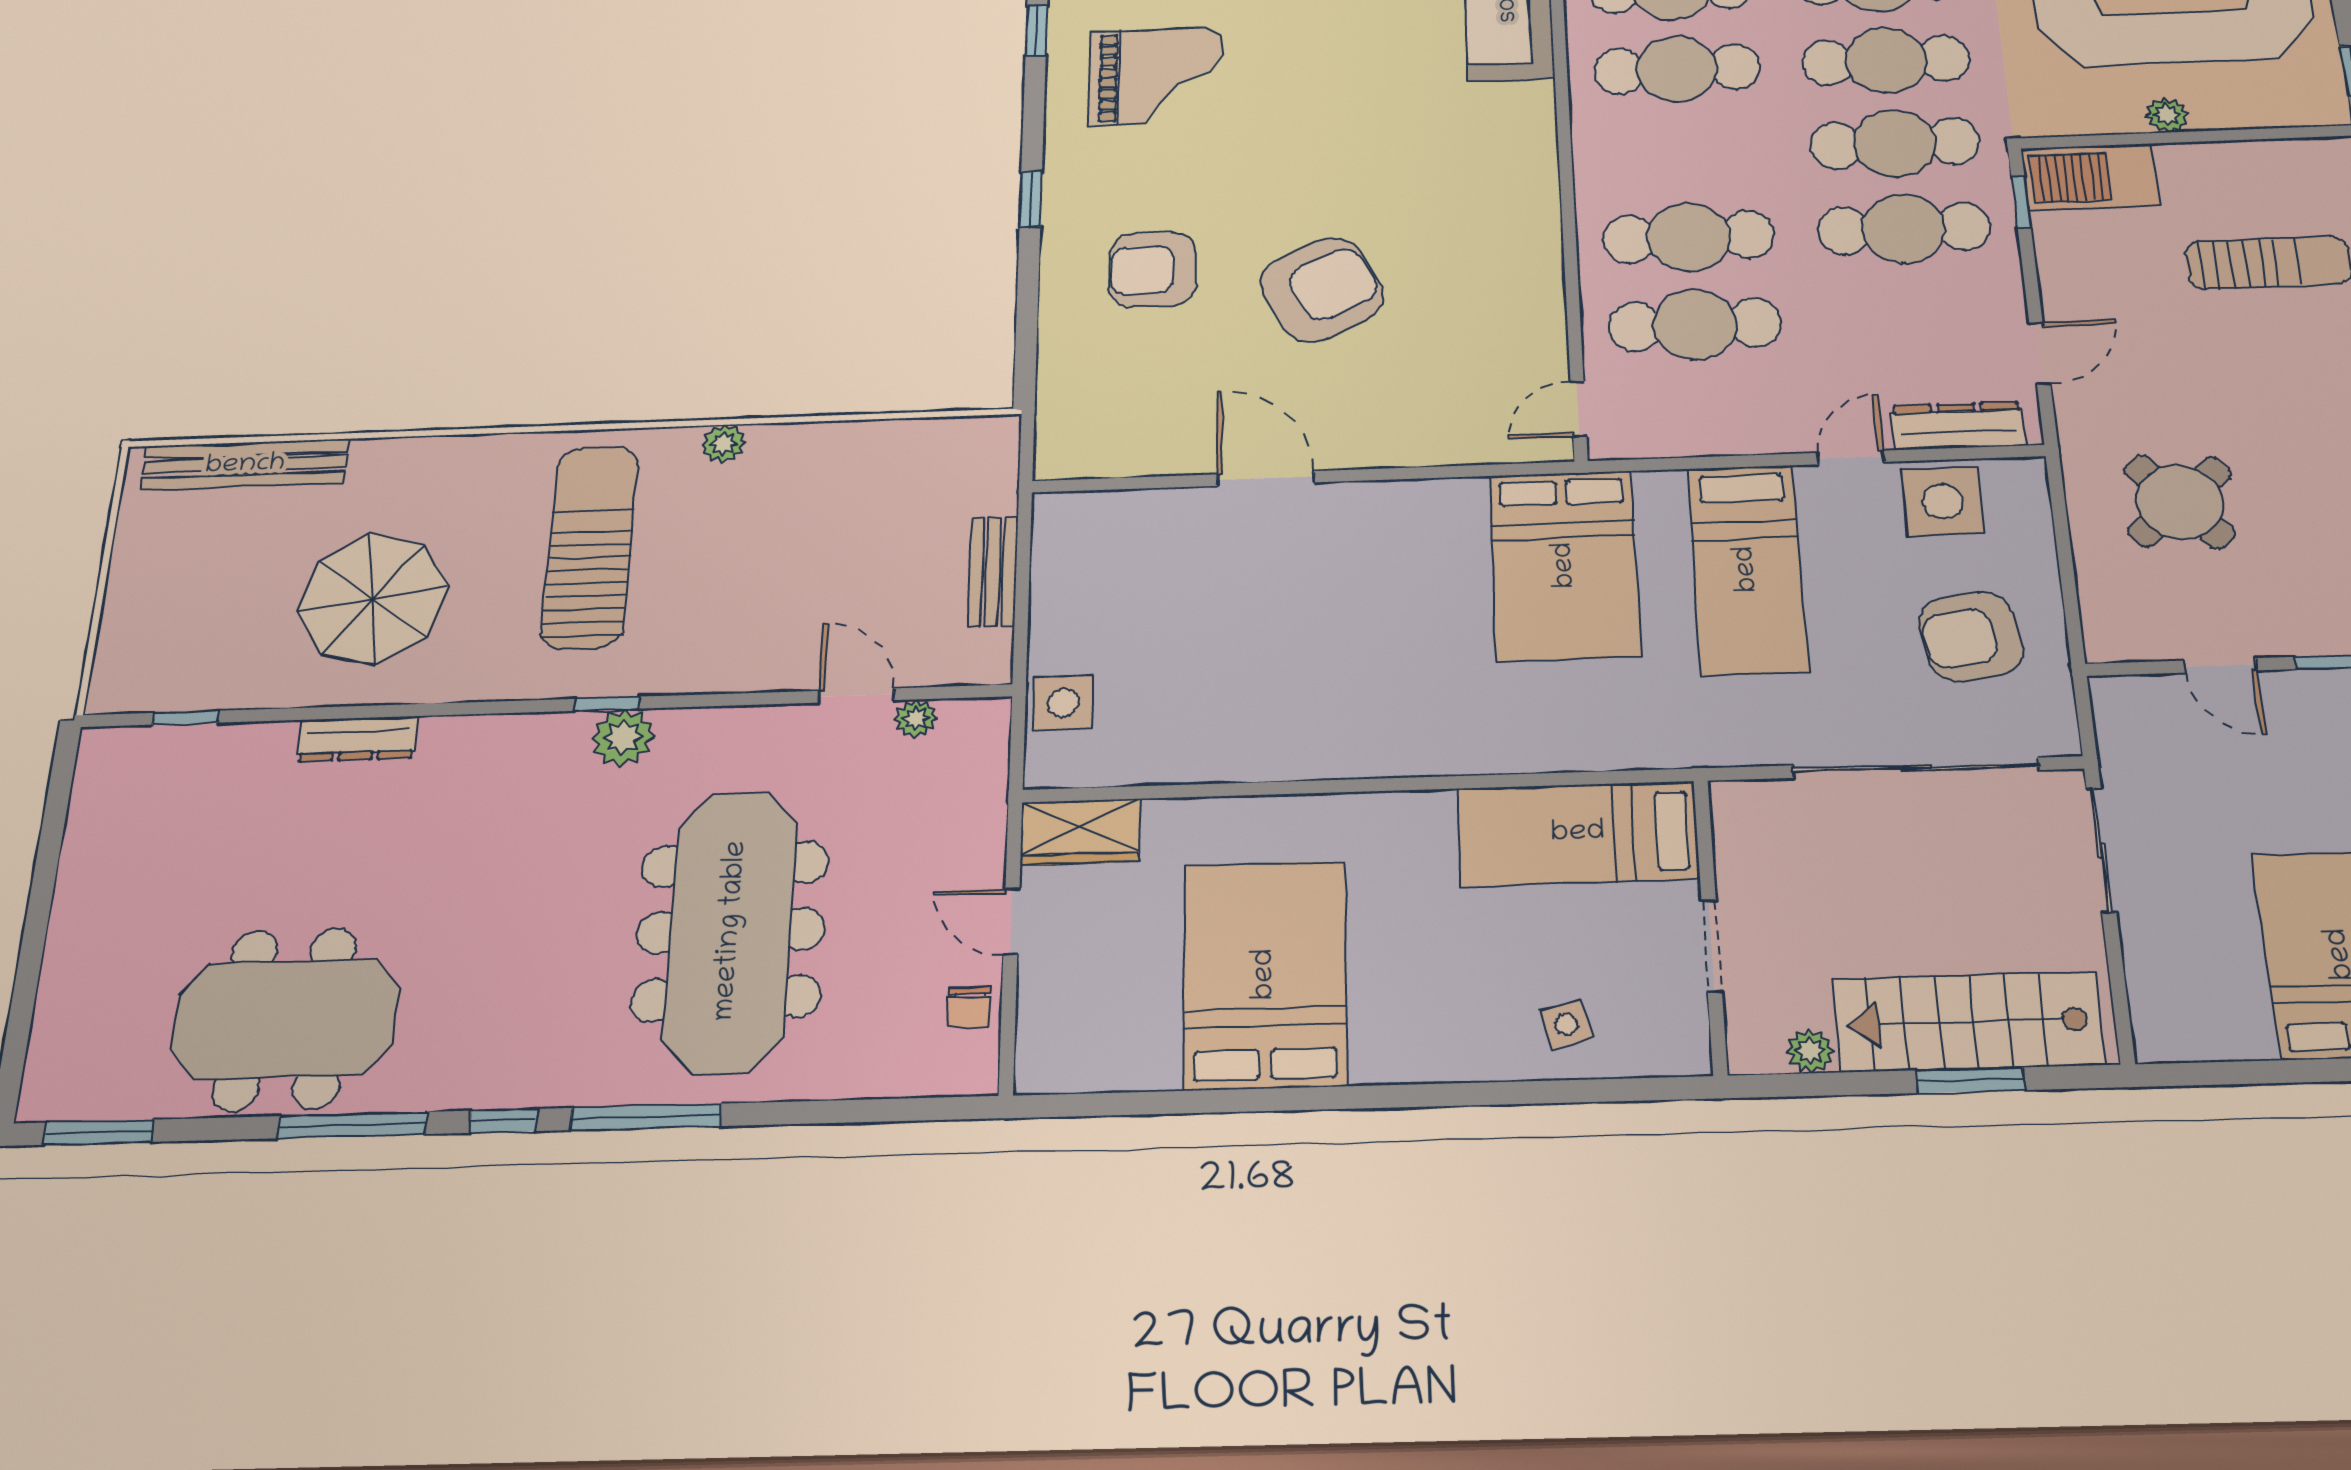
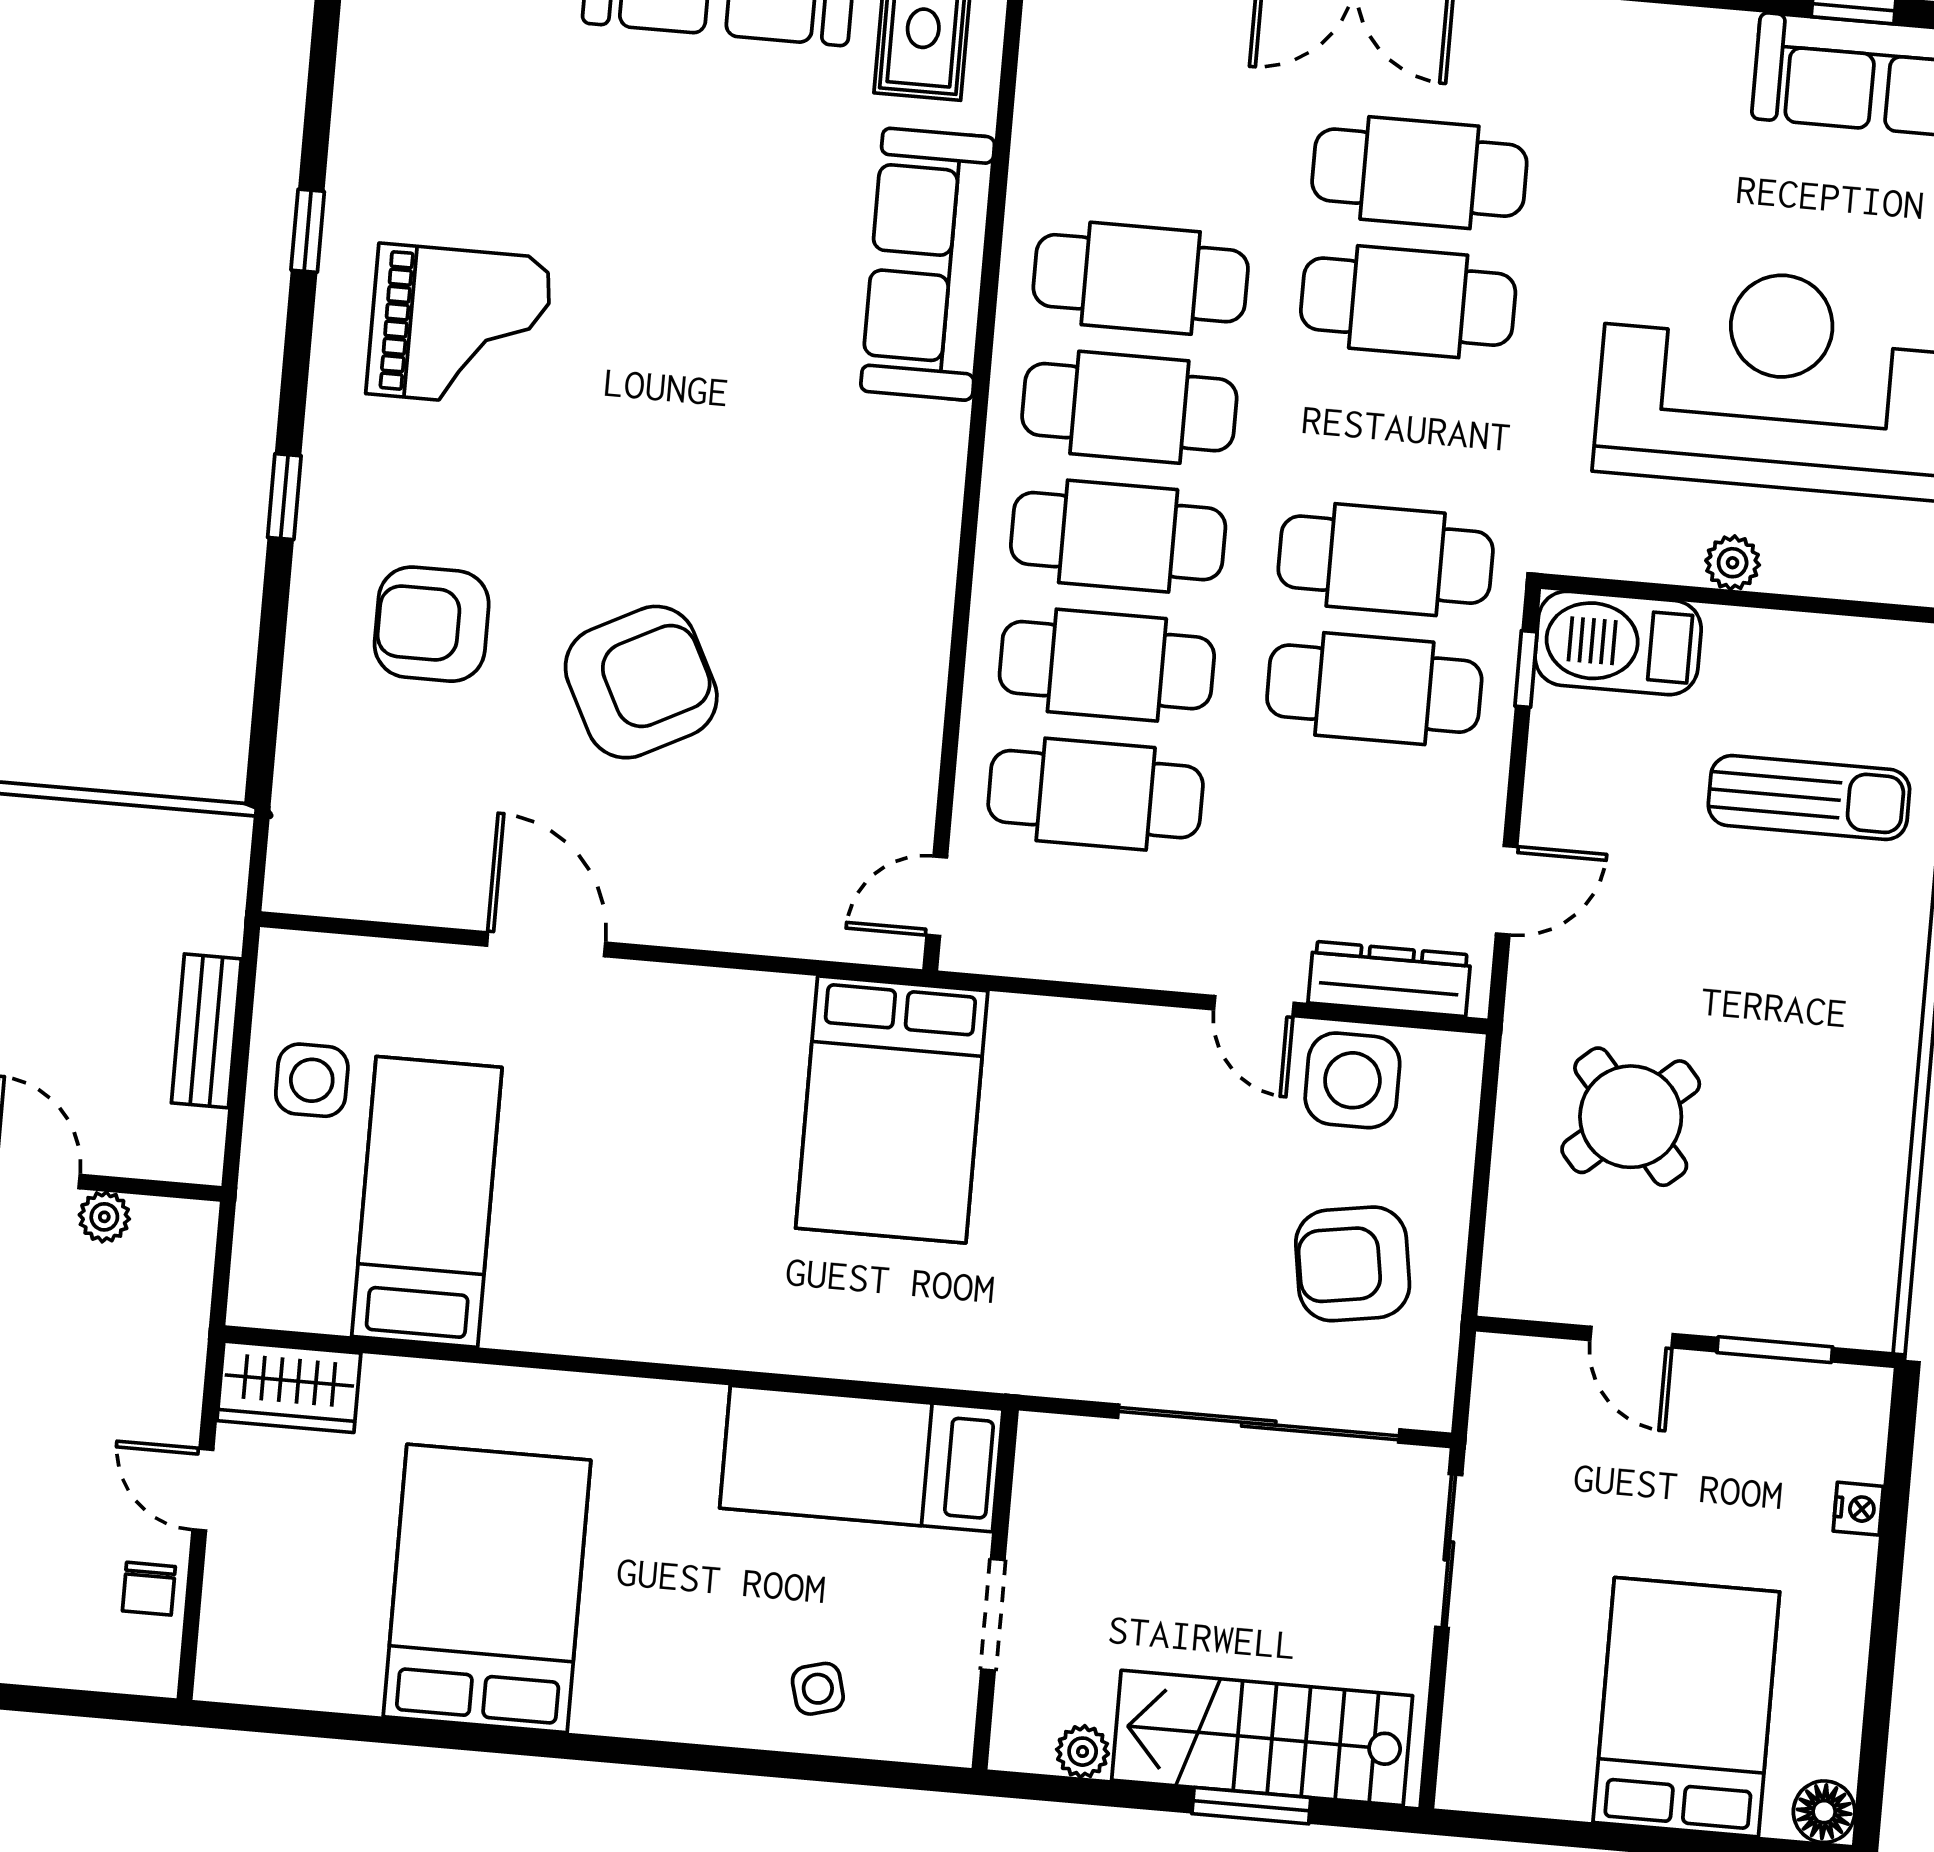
cafe table: (1886, 60) -> (1118, 536), moved
door: (1851, 457) -> (1254, 1006), swing flipped
bed: (1747, 569) -> (427, 1202), moved, turned 180
side table: (1063, 703) -> (312, 1080), moved

